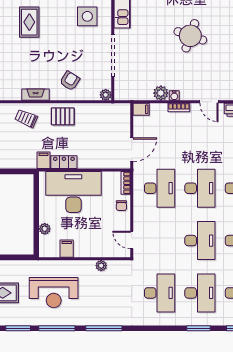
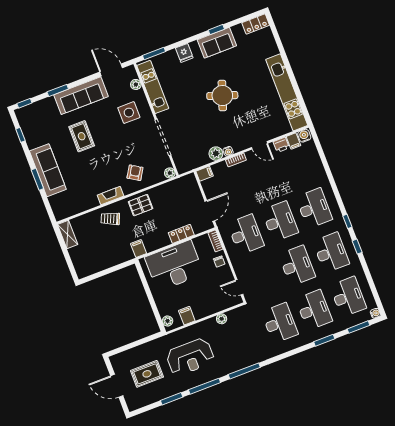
locker: (64, 162) -> (181, 234), moved
plant: (45, 229) -> (168, 321), moved

